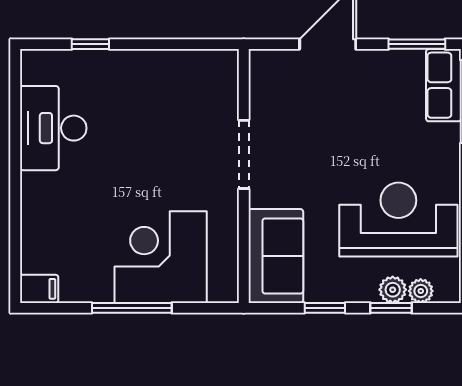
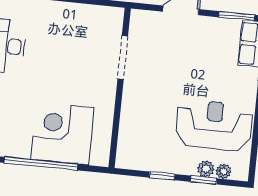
doorway: (244, 154) -> (123, 57), moved
sofa: (276, 256) -> (135, 140), removed
window: (132, 308) -> (41, 164), width x1.46

